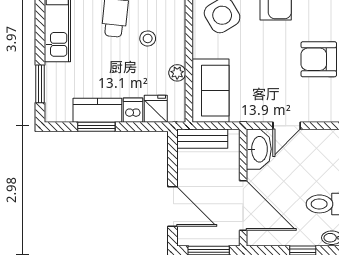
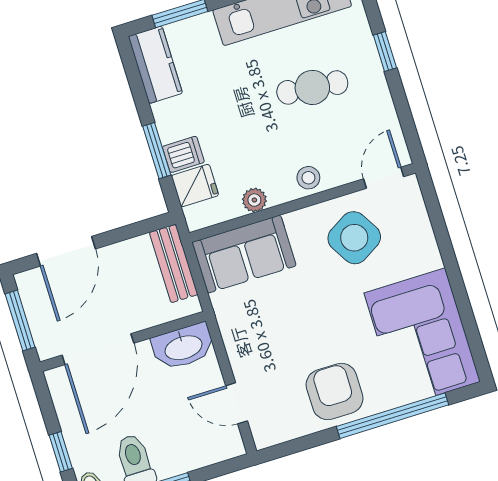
stool: (148, 38) -> (308, 178), moved
kitchen counter: (97, 110) -> (155, 65), moved
door: (287, 126) -> (237, 403), moved
window: (96, 127) -> (157, 151), moved

